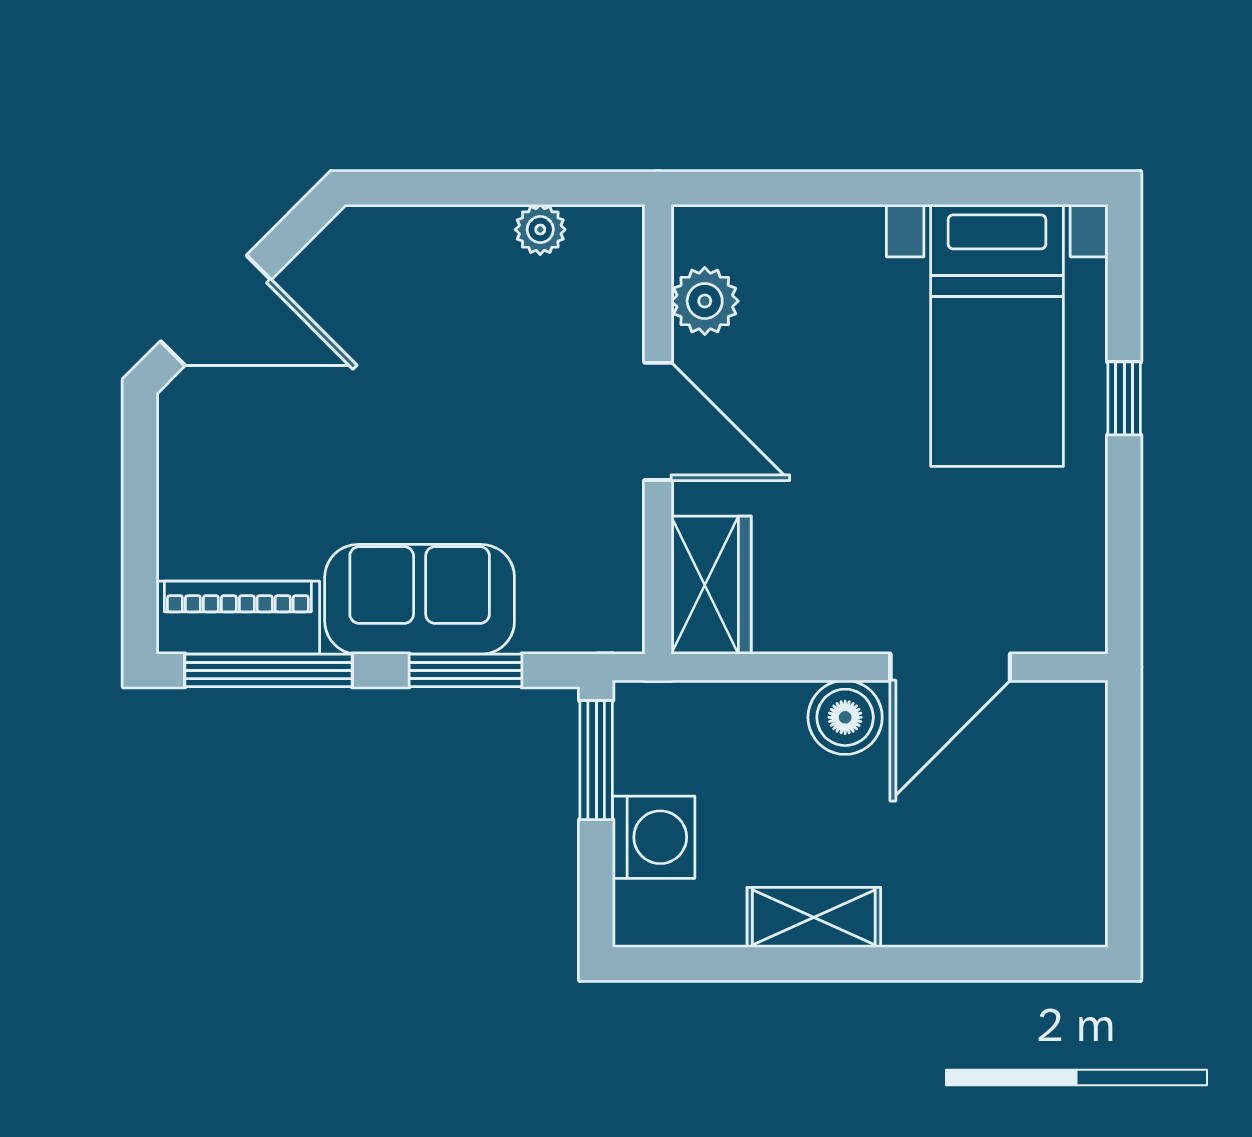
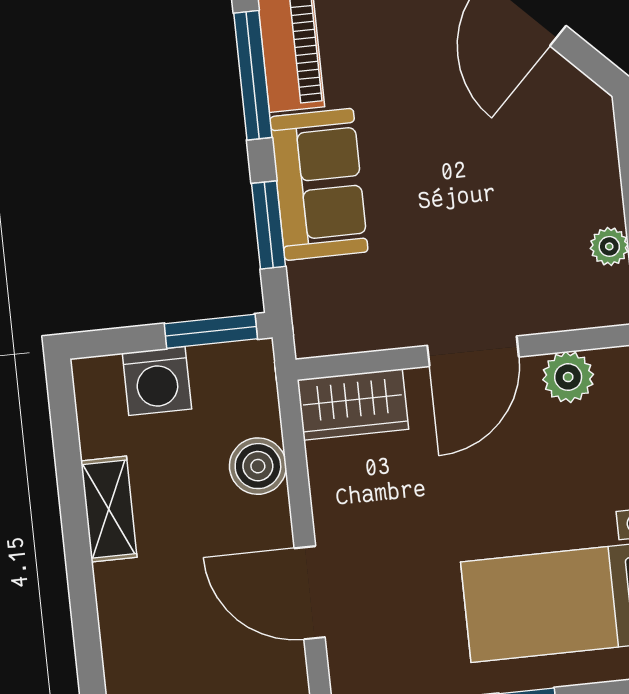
boiler: (845, 717) -> (258, 466), moved

